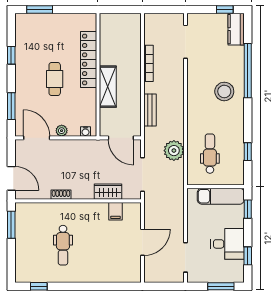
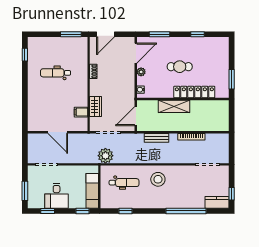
window: (40, 9) -> (232, 79), moved
stool: (224, 91) -> (158, 179), moved
plant: (174, 151) -> (105, 156), moved

